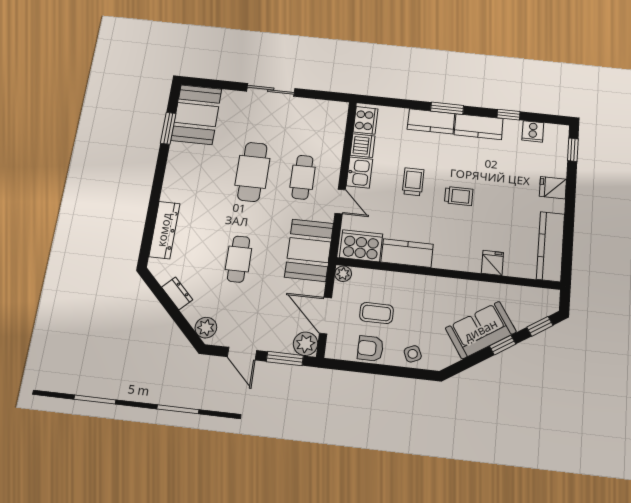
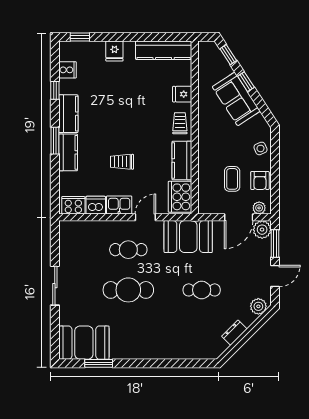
trolley: (459, 196) -> (180, 123), moved
dresser: (164, 230) -> (185, 351), removed
plant: (343, 274) -> (259, 208), moved

